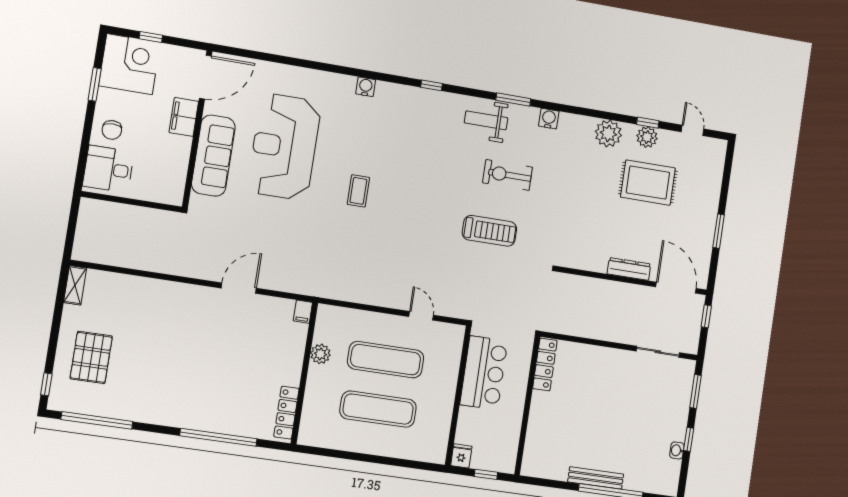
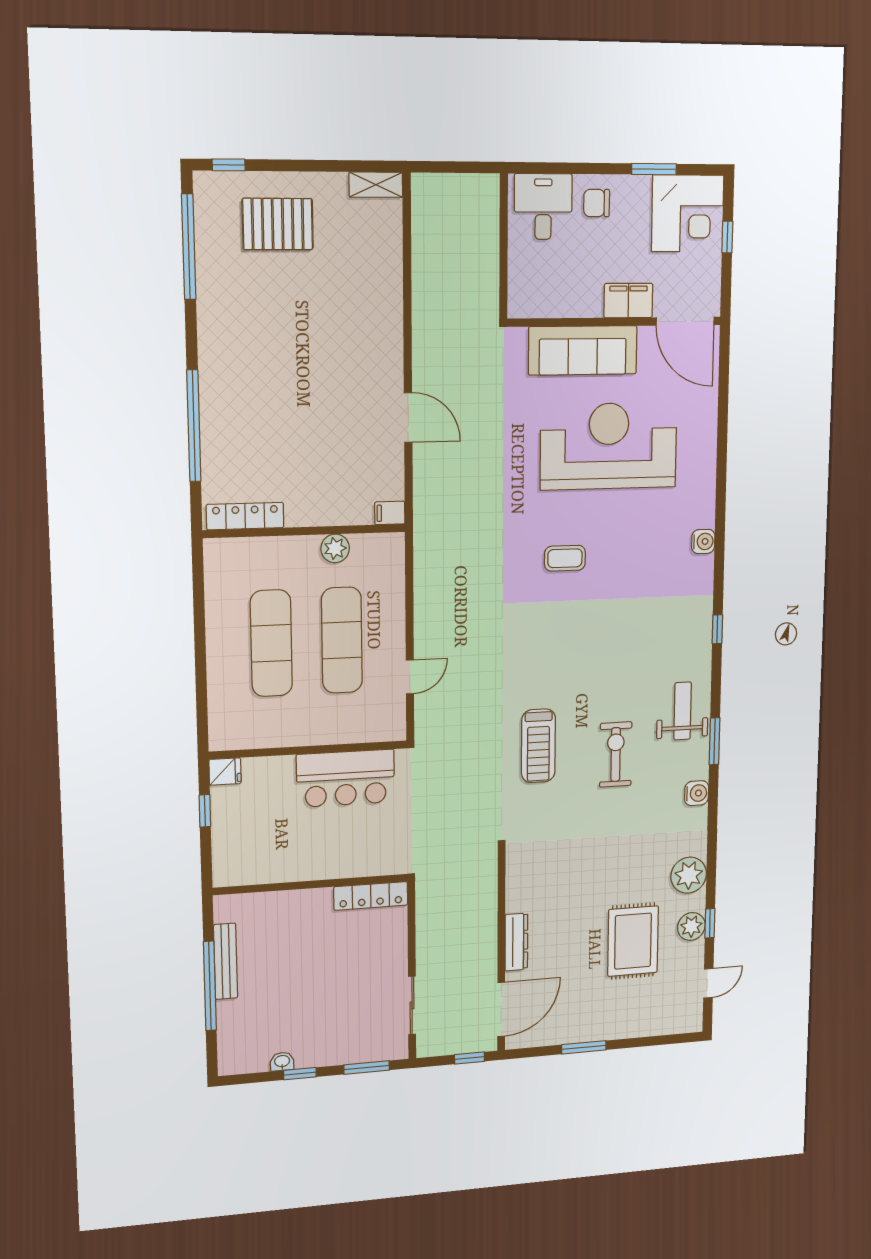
locker: (545, 364) -> (371, 896), moved
wall: (527, 405) -> (311, 885), moved

